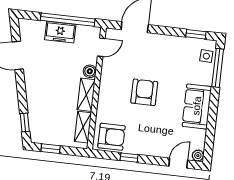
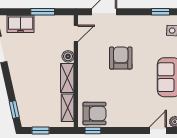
window: (68, 20) -> (43, 12), width x0.47
freezer: (60, 32) -> (21, 24), moved
armchair: (144, 92) -> (121, 58), moved
window: (129, 158) -> (93, 131), moved

